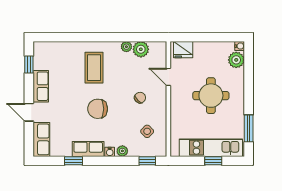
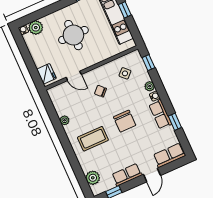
plant: (141, 49) -> (93, 178), moved
door: (168, 77) -> (74, 76), hinge flipped

